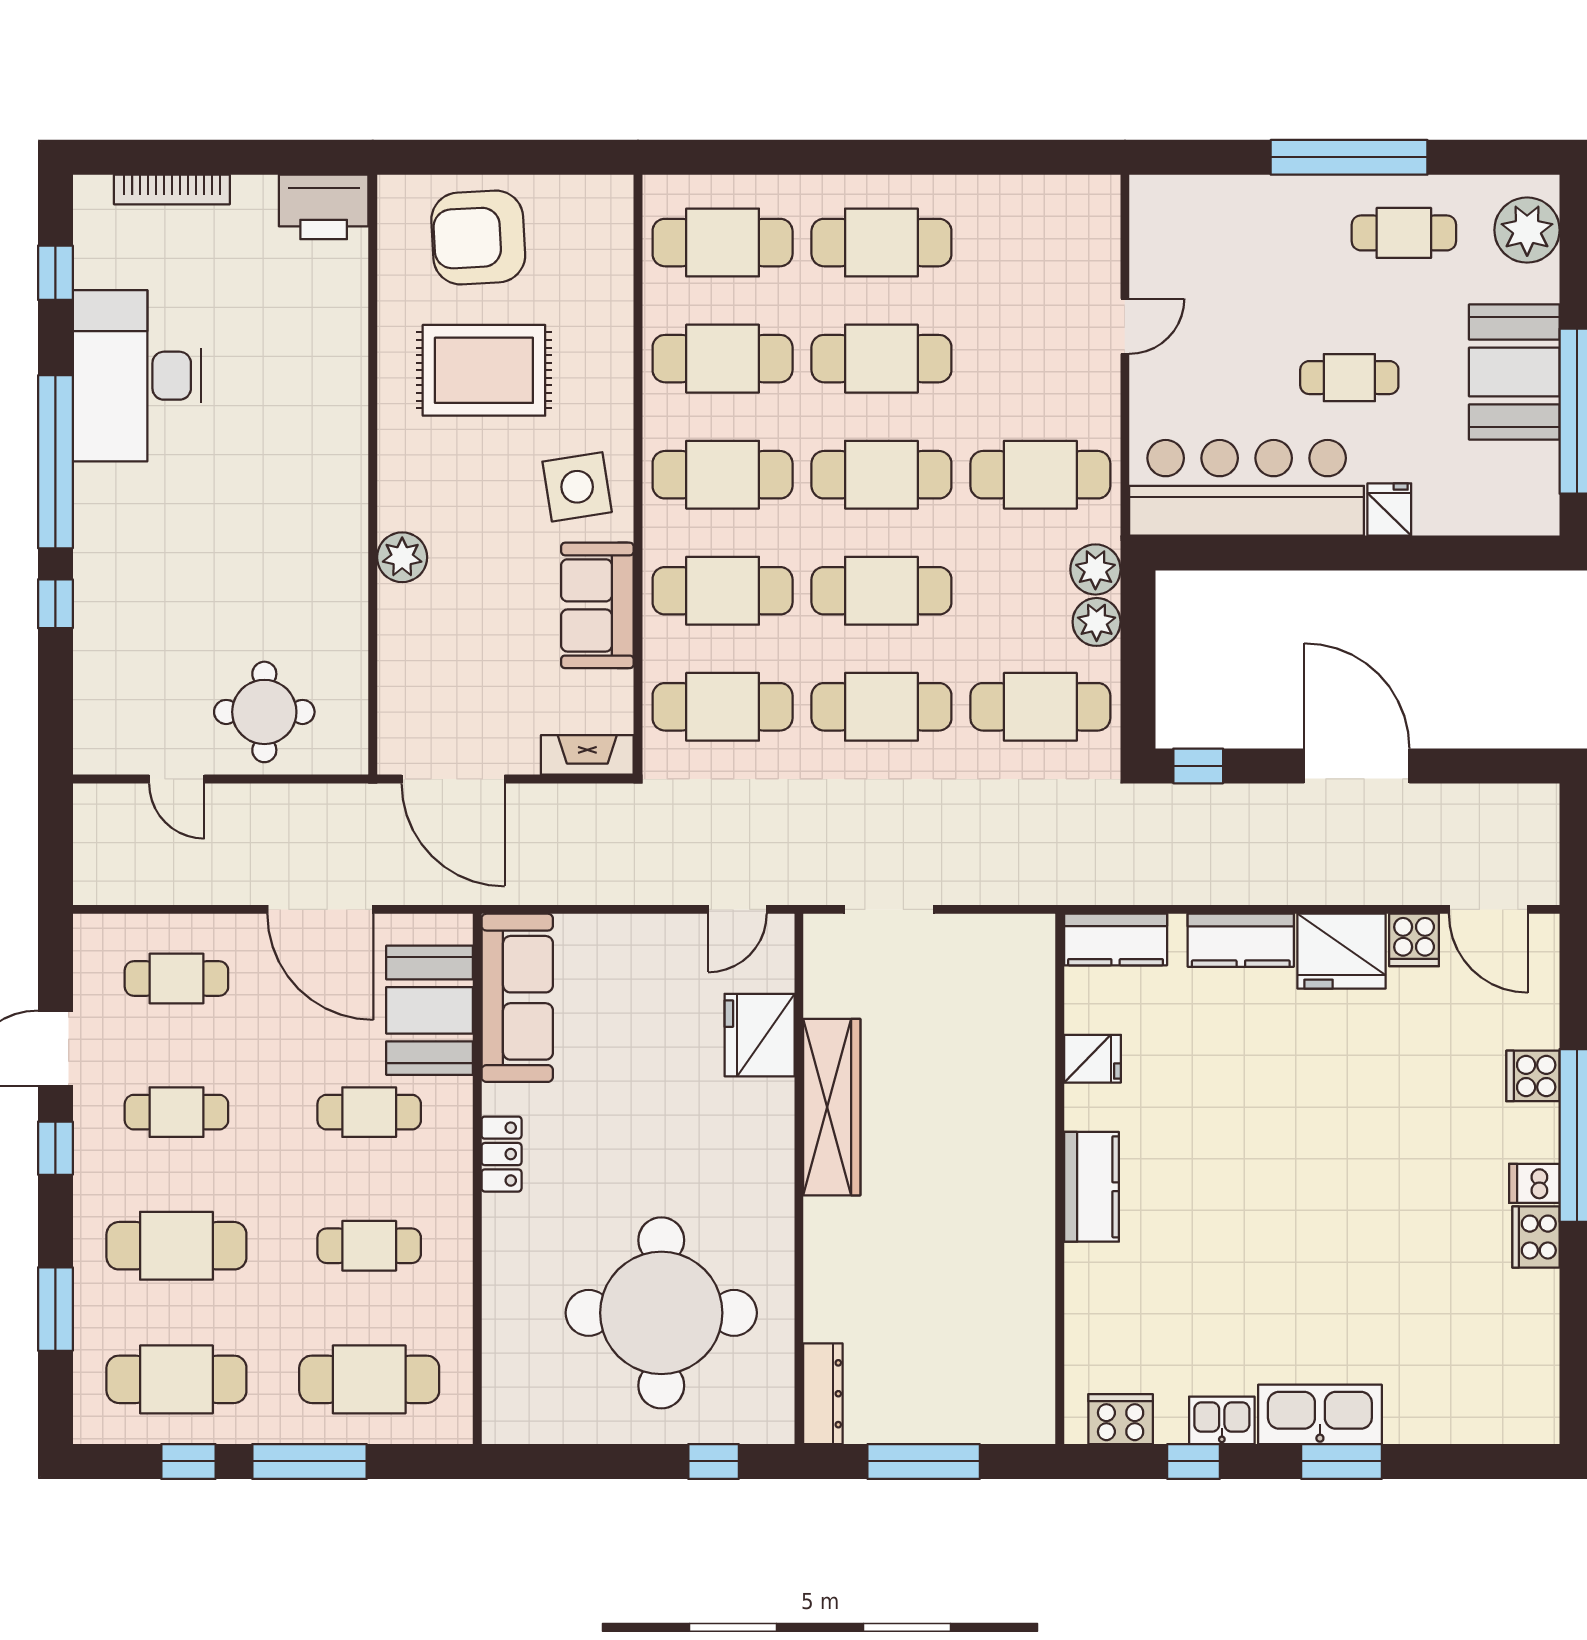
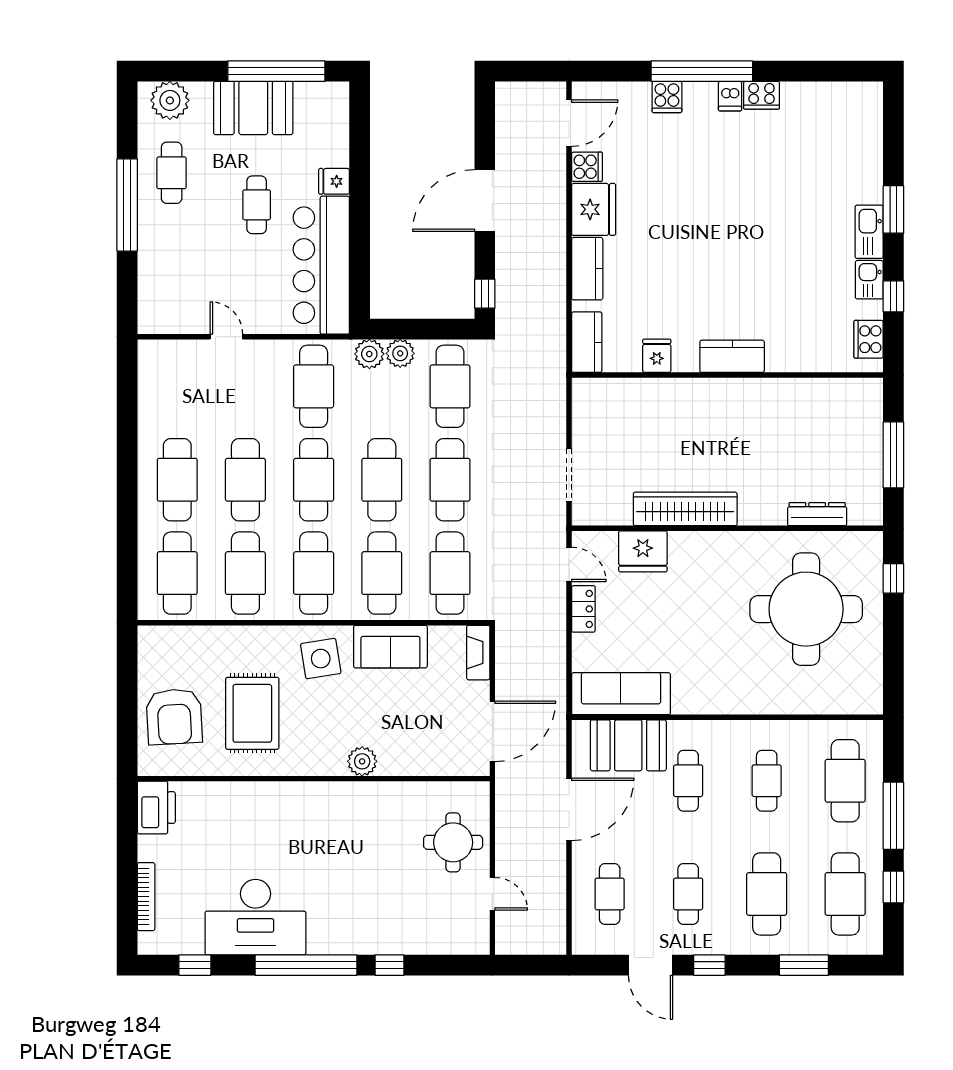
door: (177, 779) -> (492, 894), hinge flipped
locker: (502, 1154) -> (583, 609), moved, turned 90
dresser: (823, 1394) -> (817, 514), moved
kitchen sink: (1320, 1414) -> (869, 232), width x0.73, depth x0.81

